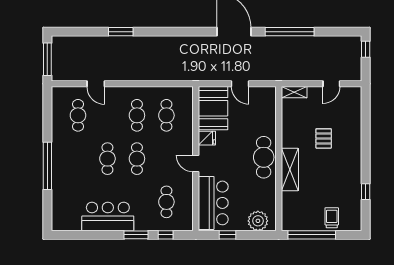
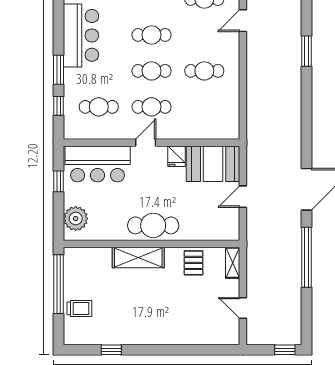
cafe table: (166, 115) -> (152, 107), moved
pallet: (324, 138) -> (194, 263), moved, turned 90

